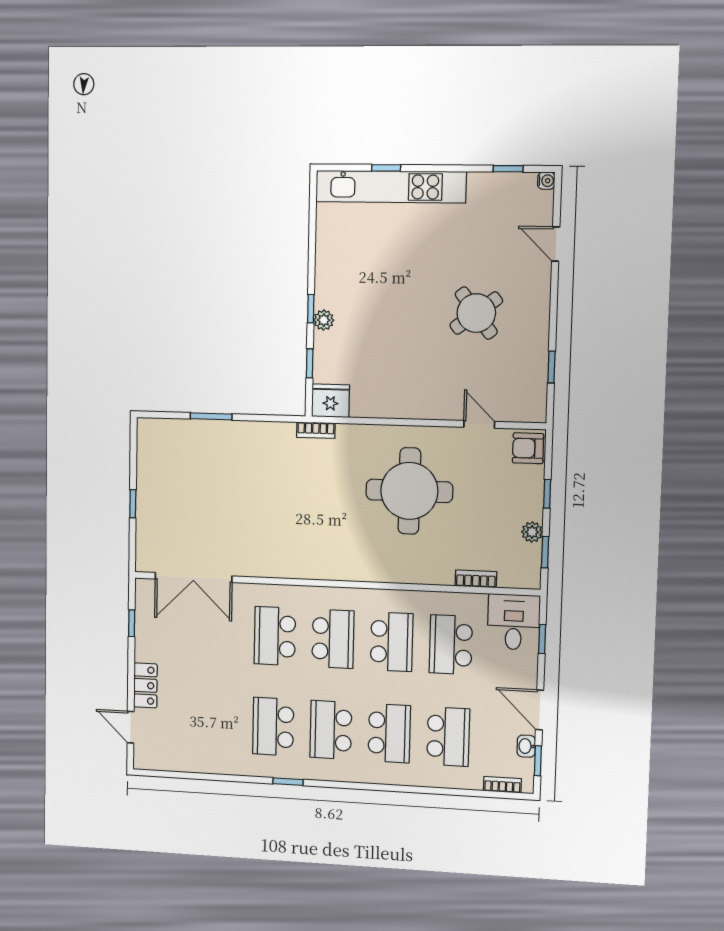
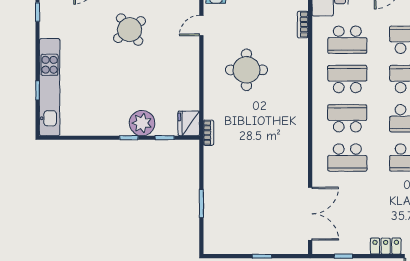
plant: (324, 320) -> (142, 123), width x1.87, depth x1.87
round table: (409, 491) -> (246, 70), width x0.73, depth x0.73

